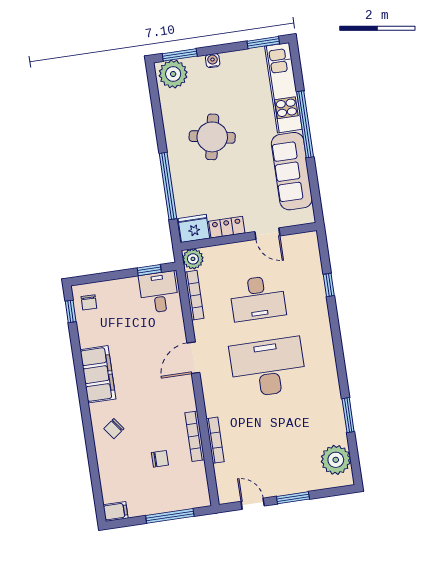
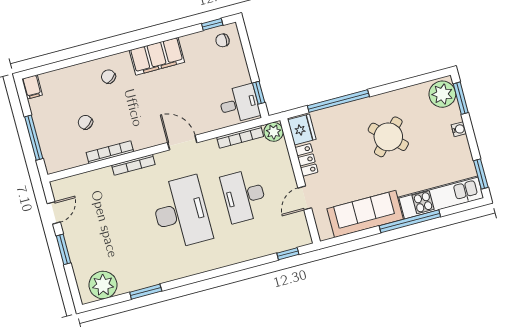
round table: (212, 137) -> (388, 137), turned 33
window: (329, 285) -> (288, 254), moved
bookcase: (215, 440) -> (133, 165), moved
chair: (160, 459) -> (85, 122), turned 142

